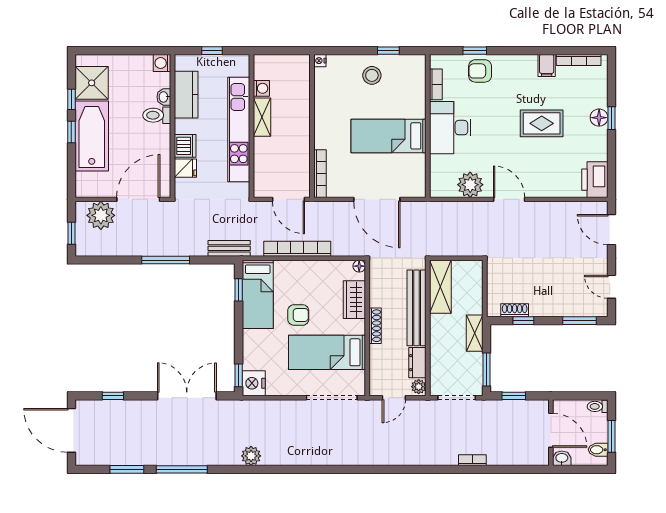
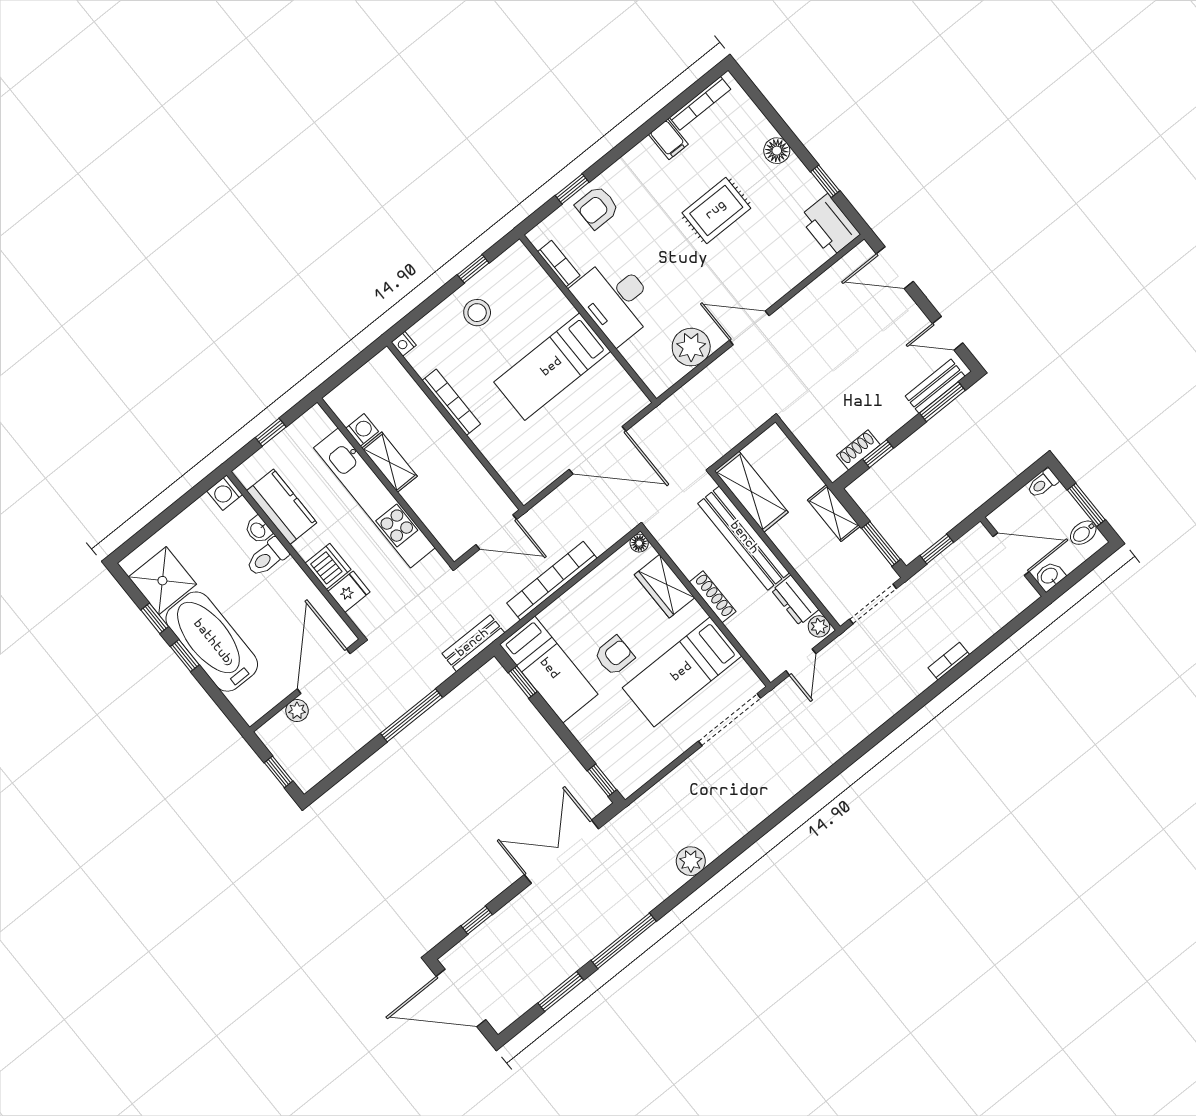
window: (611, 118) -> (825, 181), moved
bookcase: (320, 174) -> (451, 402), moved
plant: (101, 215) -> (297, 711), width x0.53, depth x0.53
bench: (582, 309) -> (935, 386), added
nightstand: (254, 383) -> (626, 775), removed

